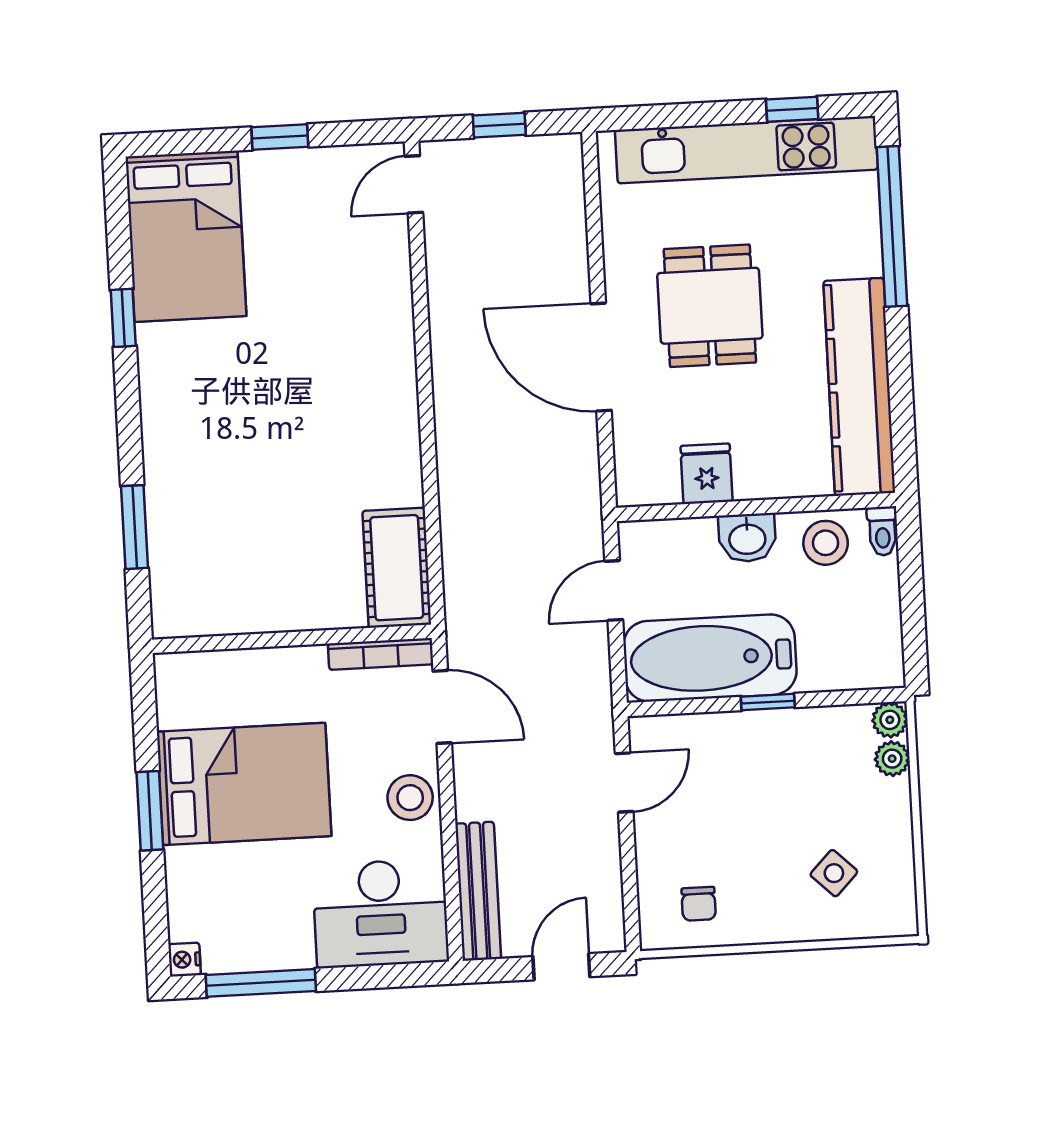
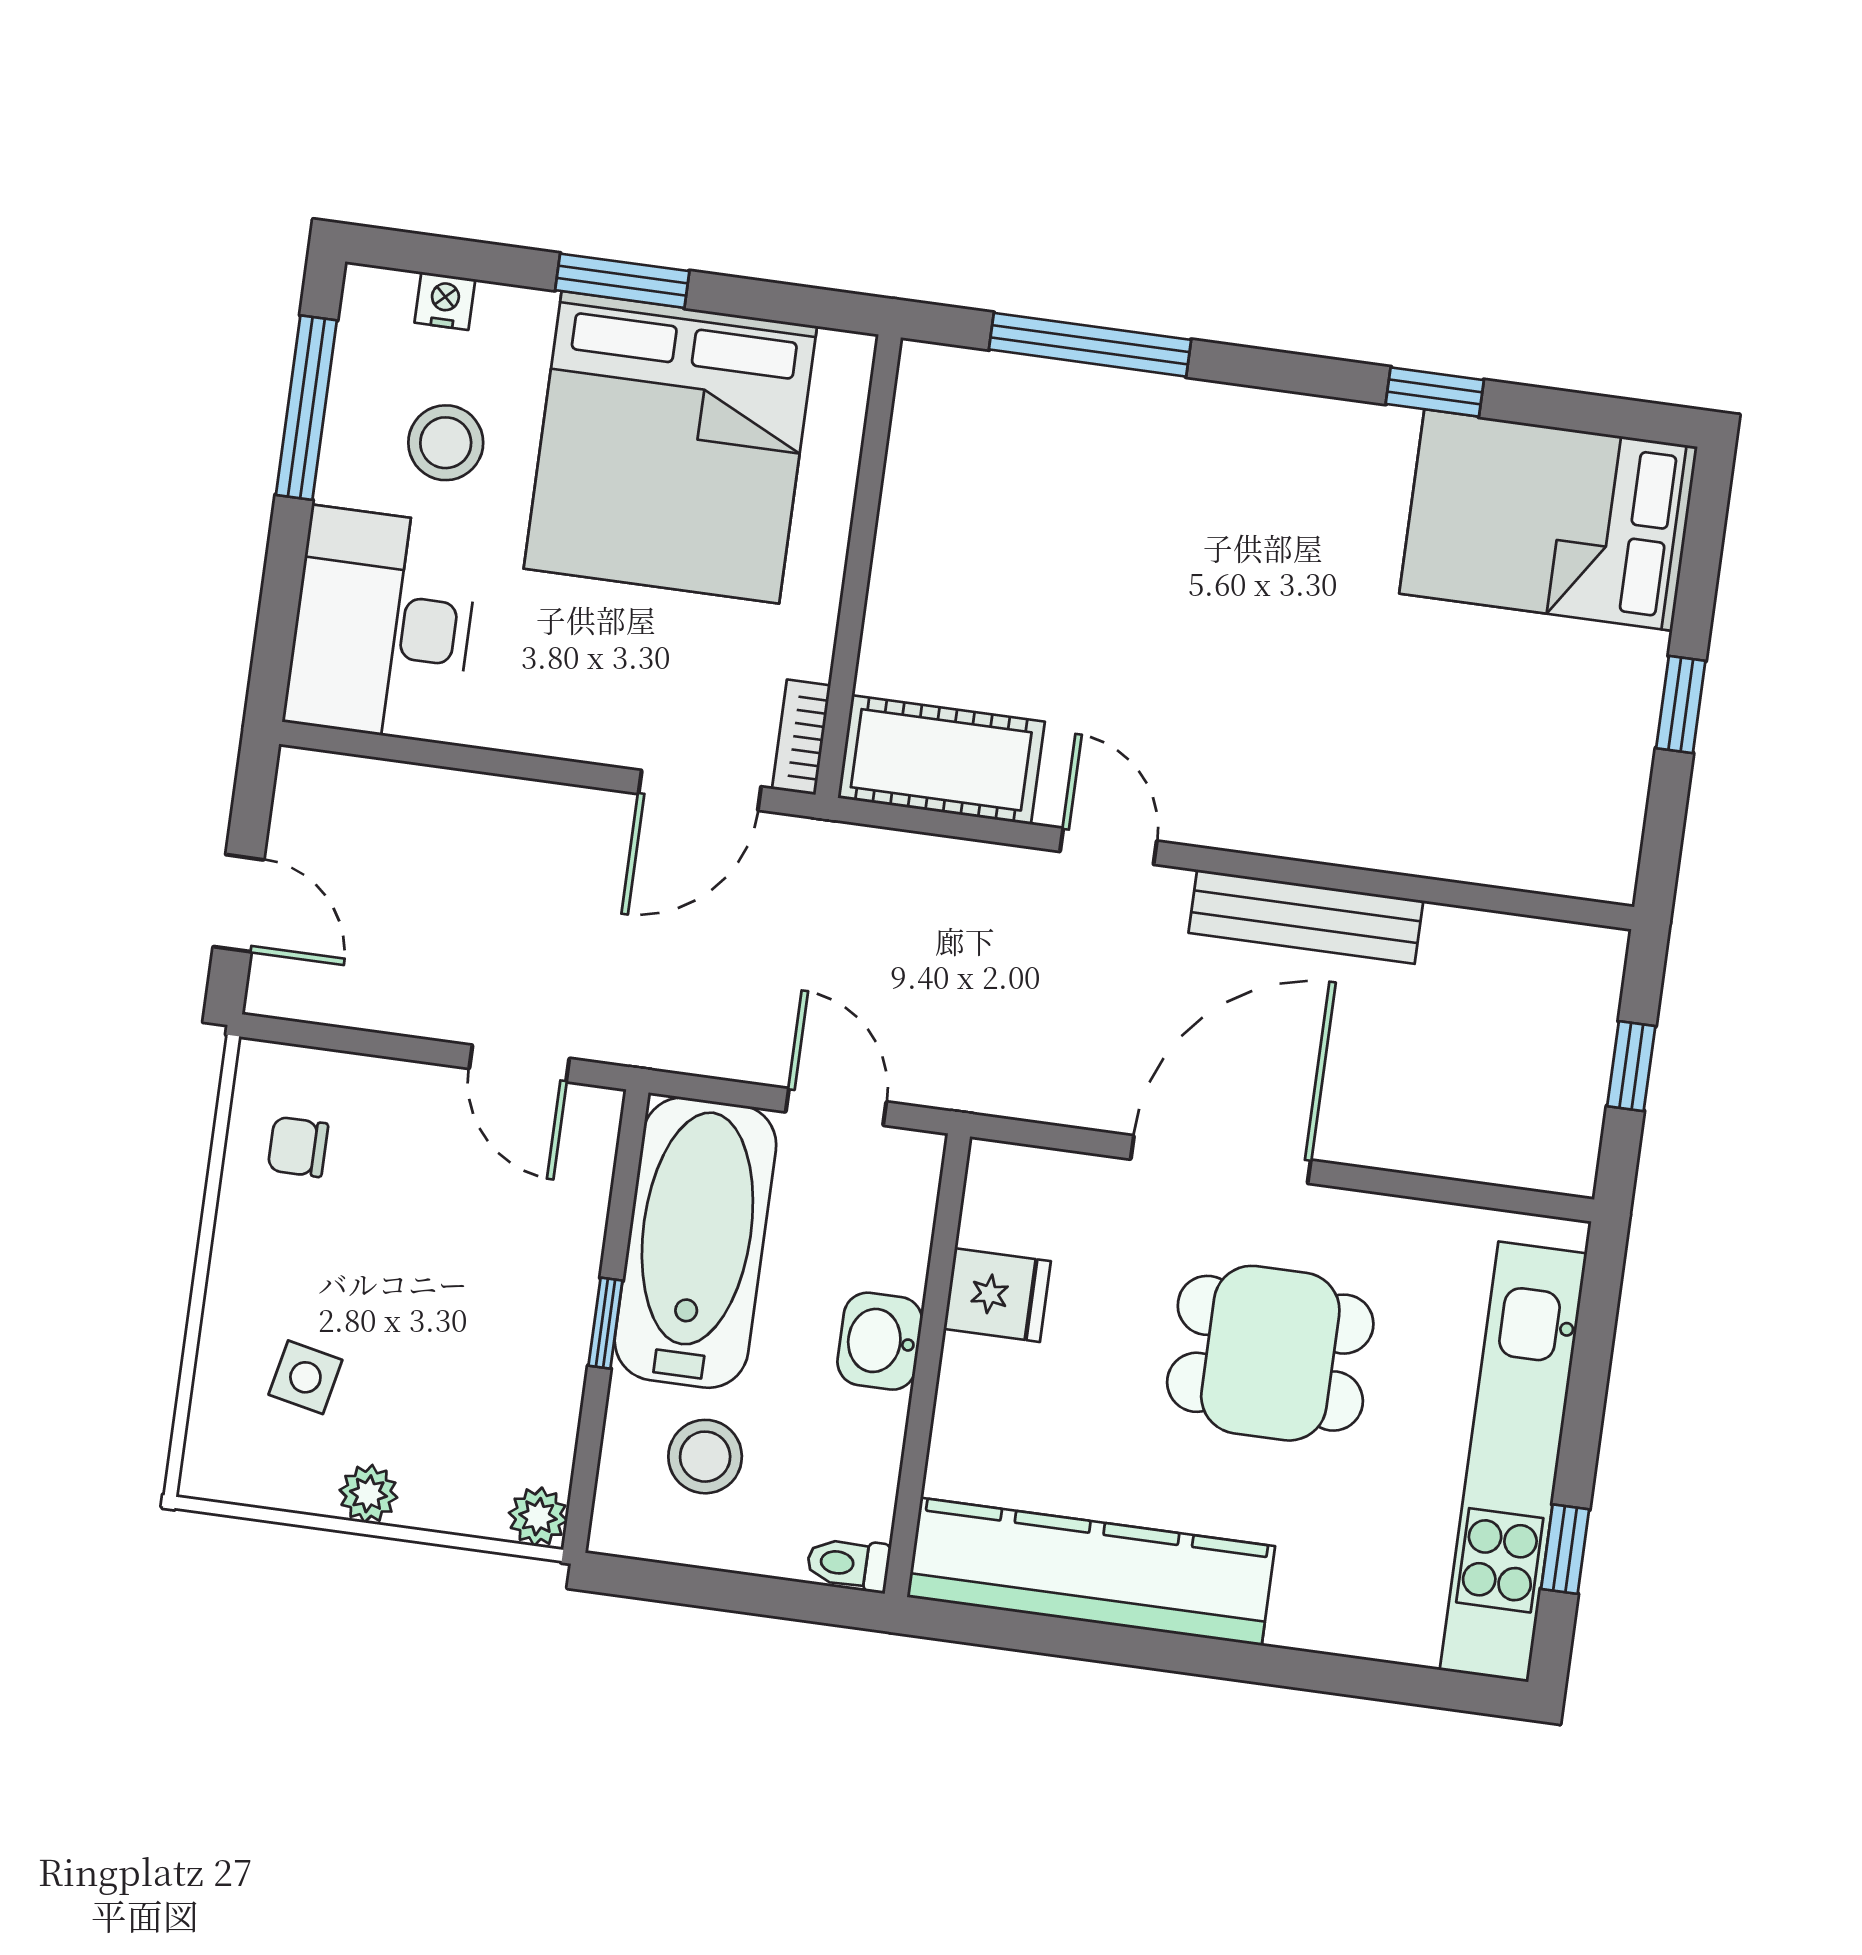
door: (414, 184) -> (1108, 846), moved
window: (892, 226) -> (1342, 1675), removed
window: (135, 527) -> (1090, 345), width x1.44
stool: (826, 543) -> (705, 1457), moved
bookcase: (381, 654) -> (801, 737), width x0.64
plant: (892, 759) -> (368, 1494), moved
bed: (244, 784) -> (670, 447), width x1.36
stool: (410, 798) -> (446, 443), moved
side table: (834, 873) -> (305, 1377), turned -32
bench: (478, 891) -> (1306, 917), moved
nightstand: (185, 960) -> (445, 301), moved

